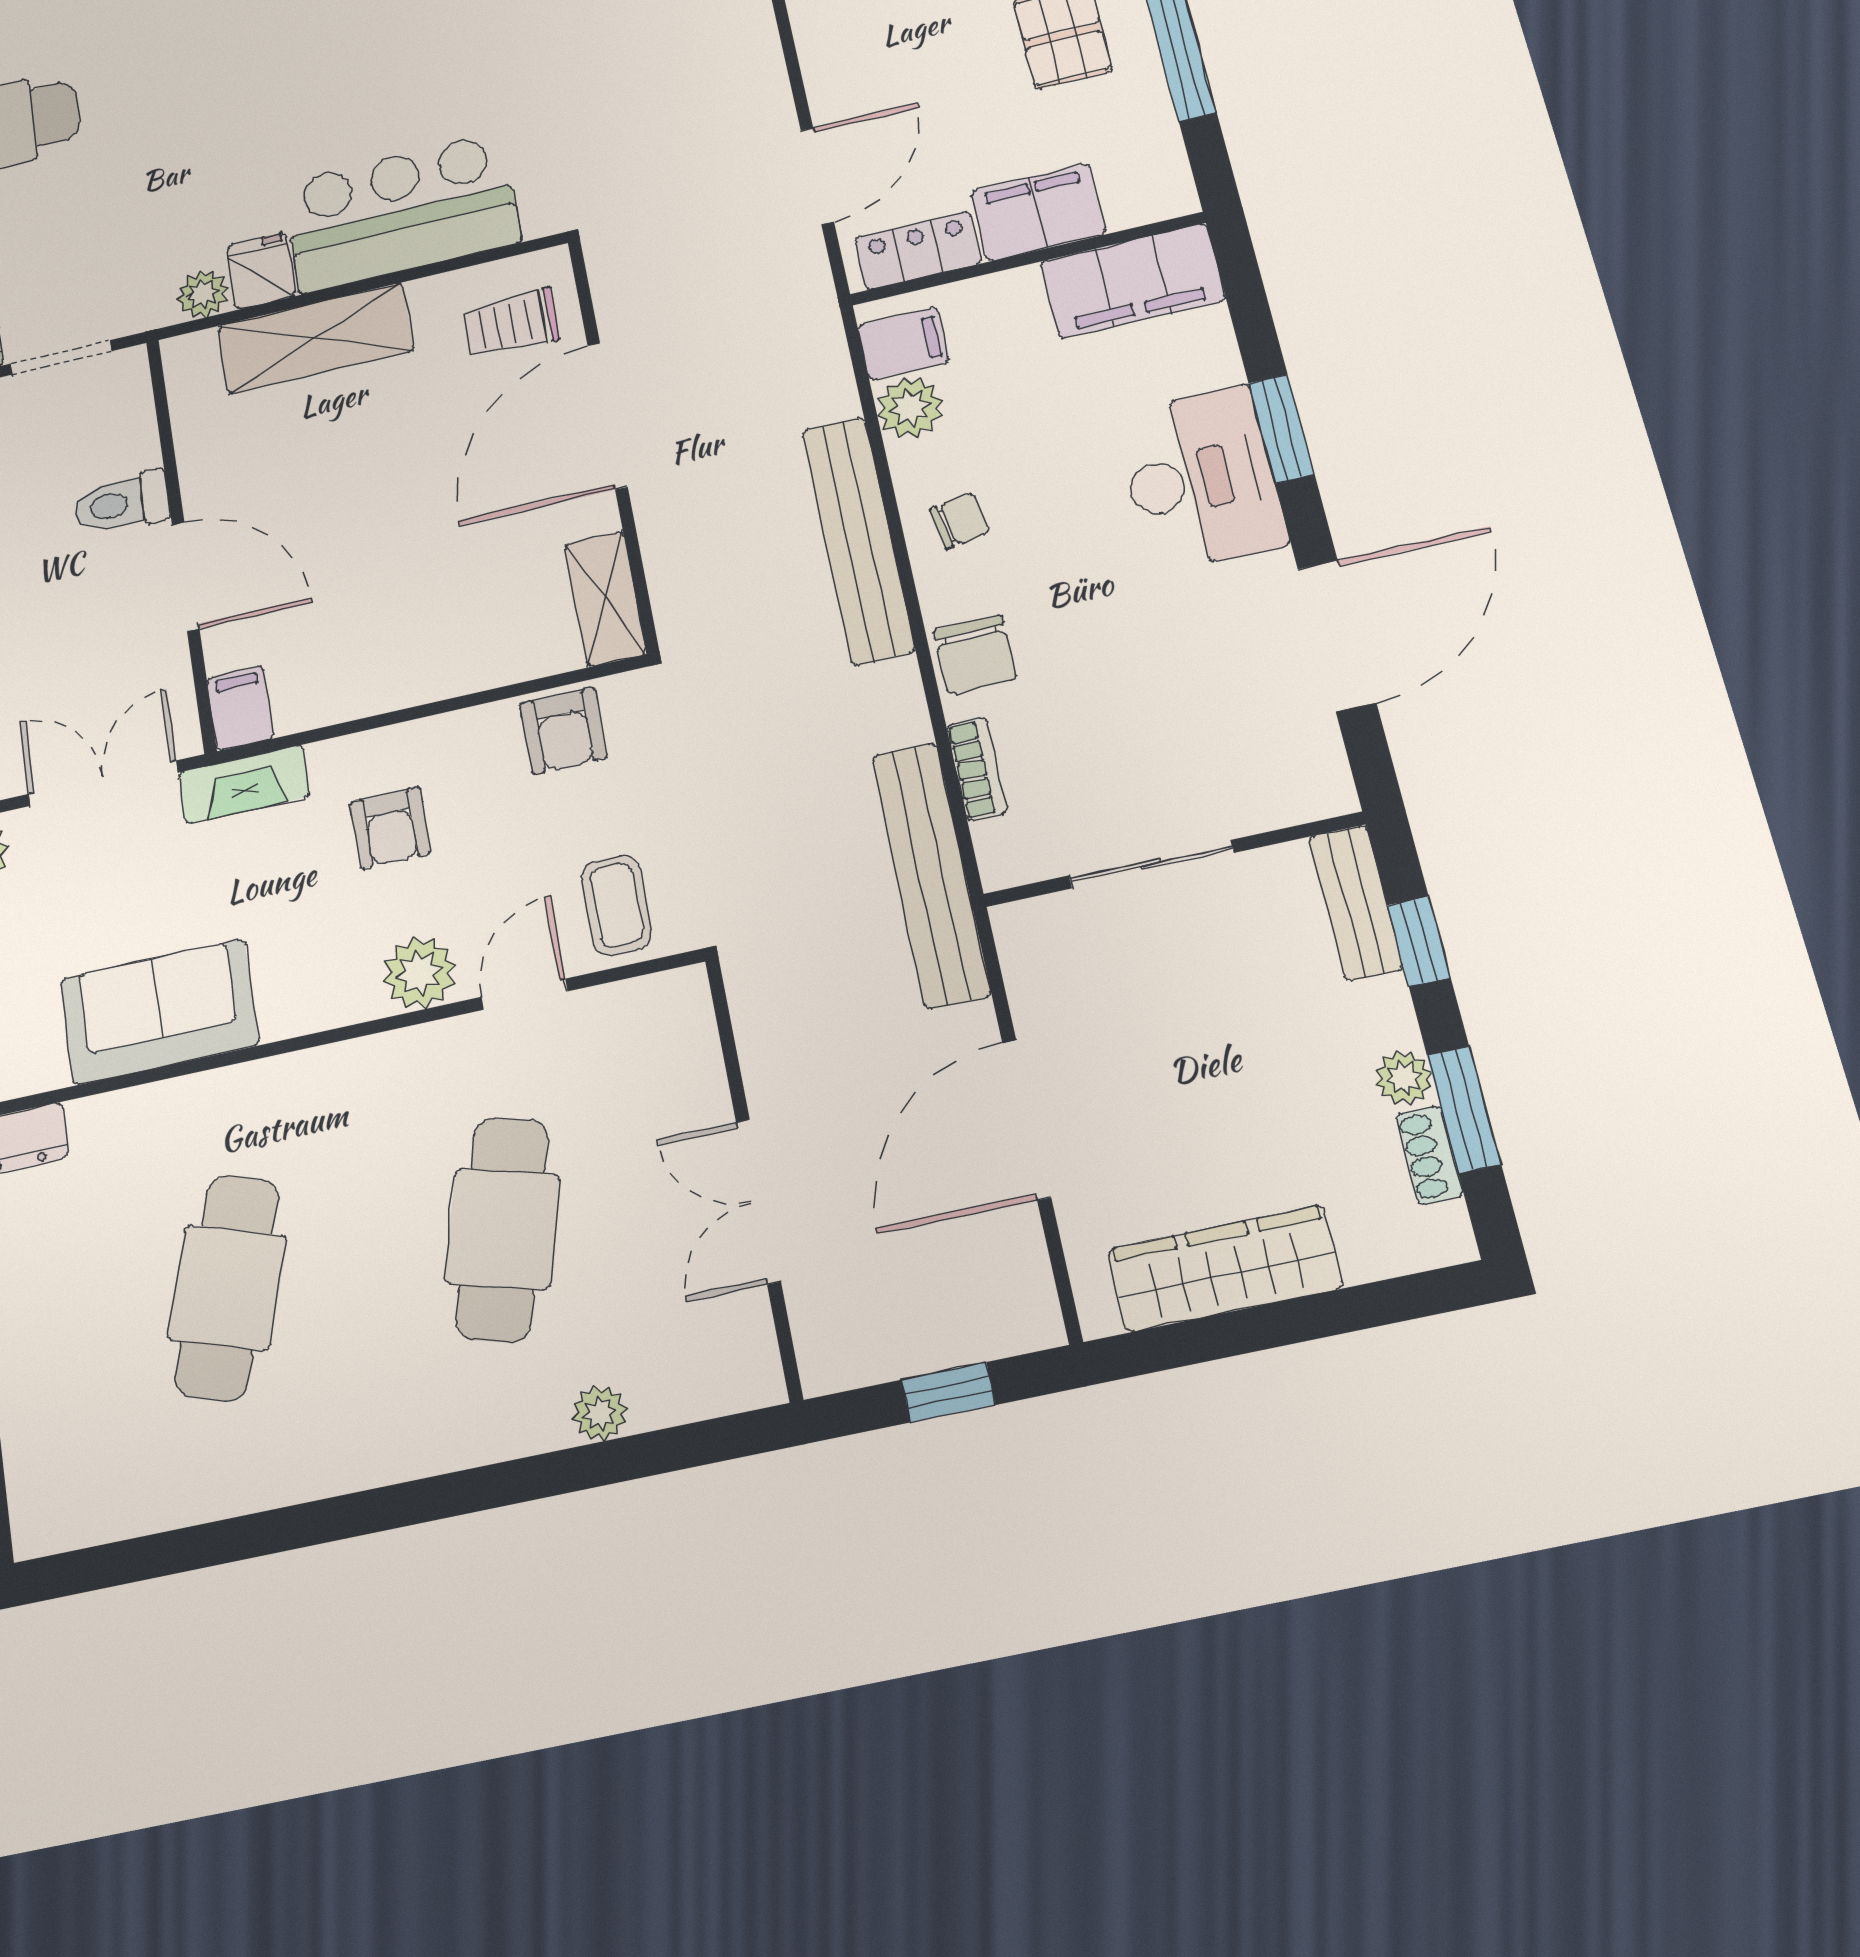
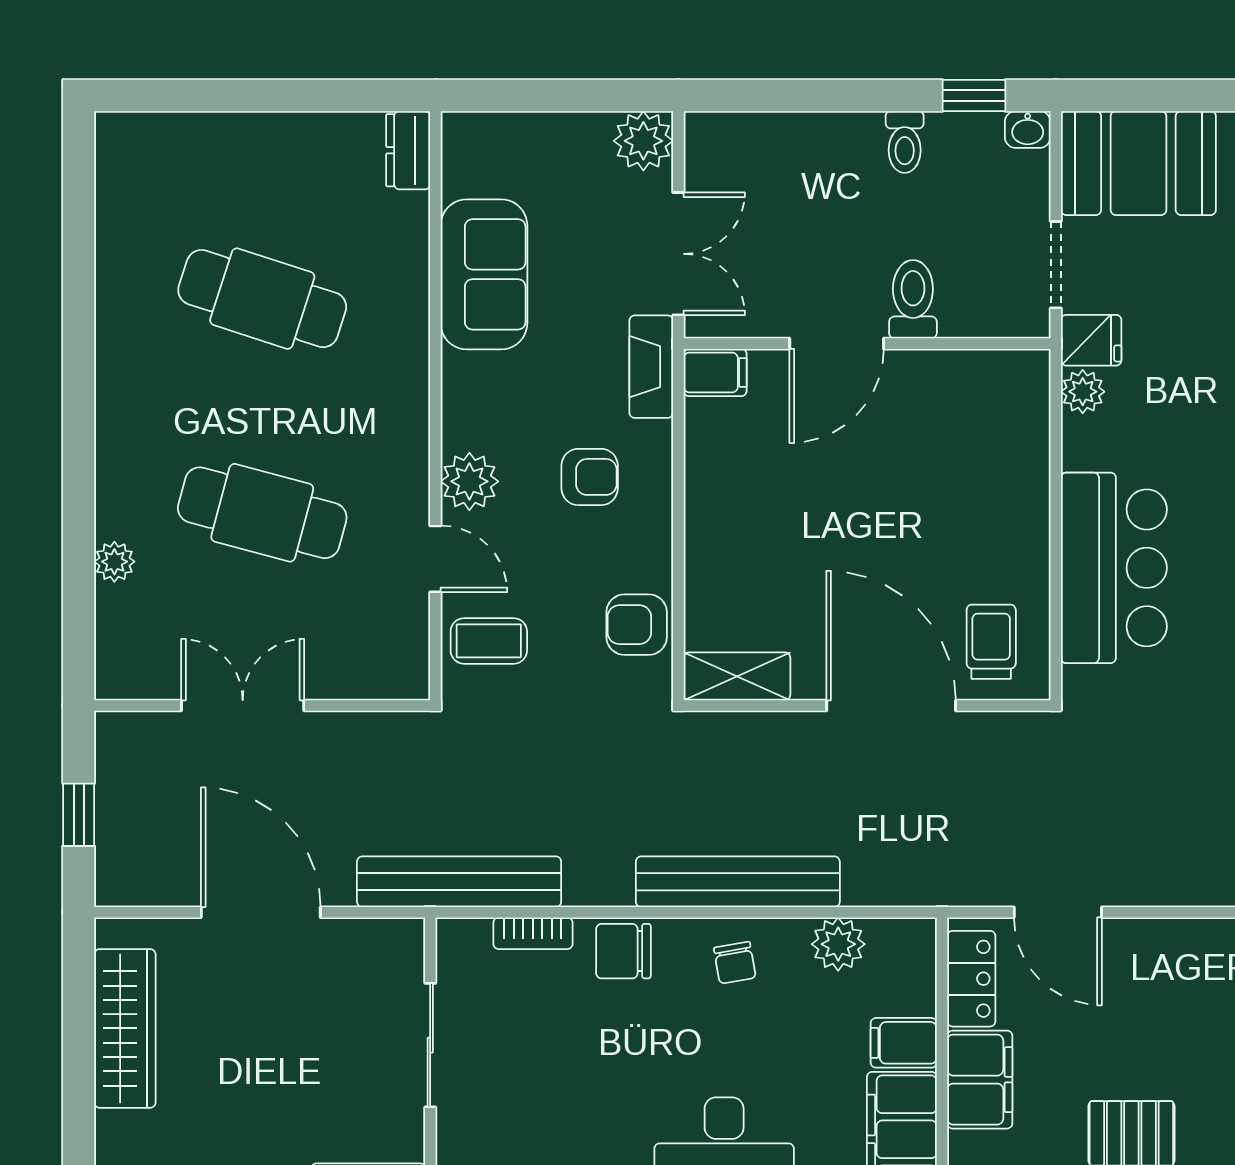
fridge: (261, 271) -> (1091, 340), moved
shelving: (315, 338) -> (1019, 480), removed
filing cabinet: (903, 344) -> (904, 1043), moved, turned 90
armchair: (390, 828) -> (590, 477), turned 180

